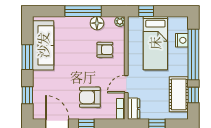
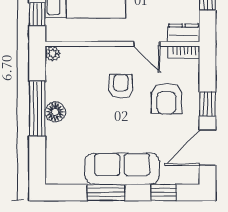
floor lamp: (97, 23) -> (55, 112), moved
sofa: (43, 45) -> (122, 169), moved
armchair: (105, 50) -> (121, 86), moved

